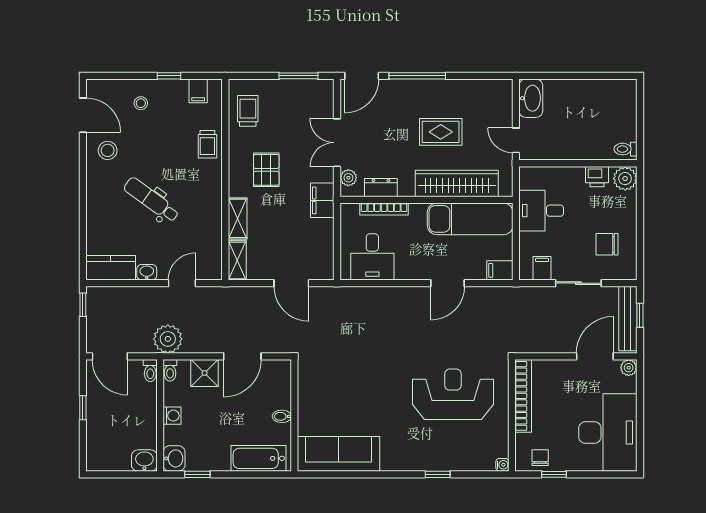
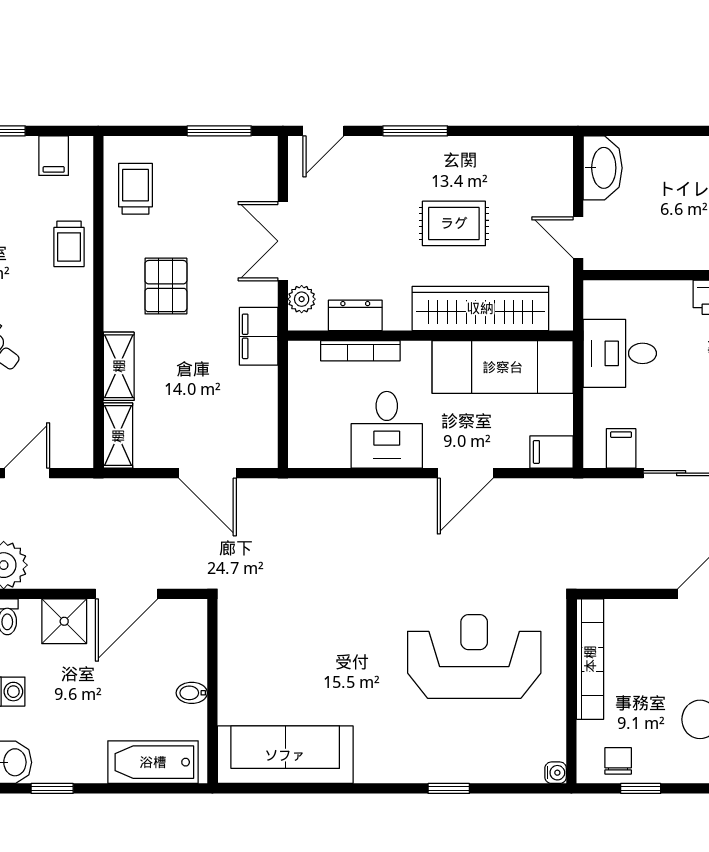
door: (362, 76) -> (323, 131), width x0.73
window: (417, 76) -> (415, 131), width x0.69
desk: (372, 257) -> (387, 430), moved

